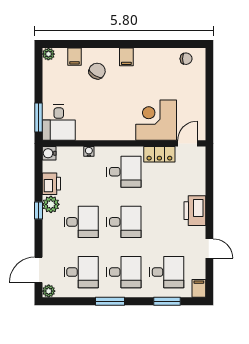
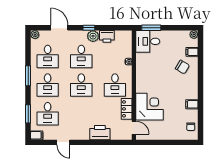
filing cabinet: (126, 57) -> (192, 104), moved
water cooler: (49, 153) -> (127, 35), removed
printer: (195, 211) -> (100, 133), moved
door: (209, 248) -> (63, 142), hinge flipped
door: (38, 270) -> (59, 28), moved

